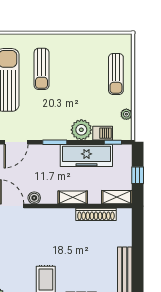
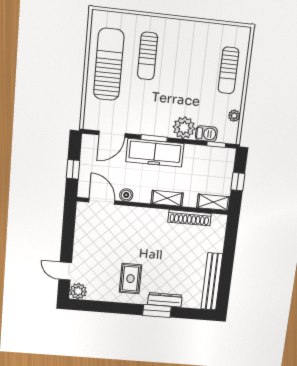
freezer: (86, 156) -> (155, 153), moved

